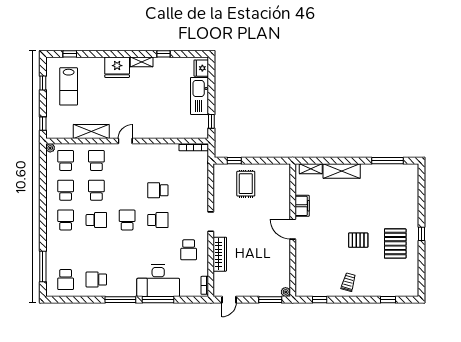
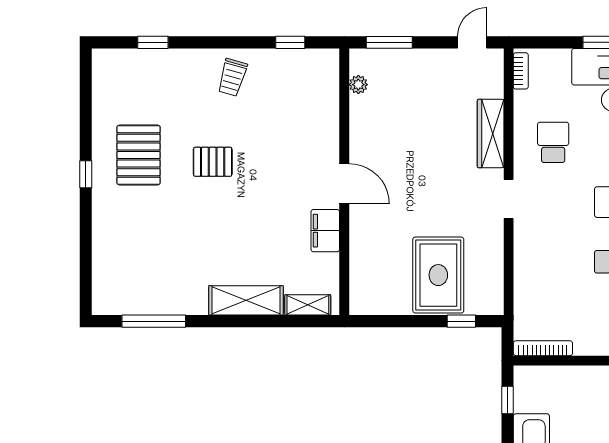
rug: (246, 184) -> (438, 275), width x1.36, depth x1.43
plant: (286, 292) -> (358, 85), moved

